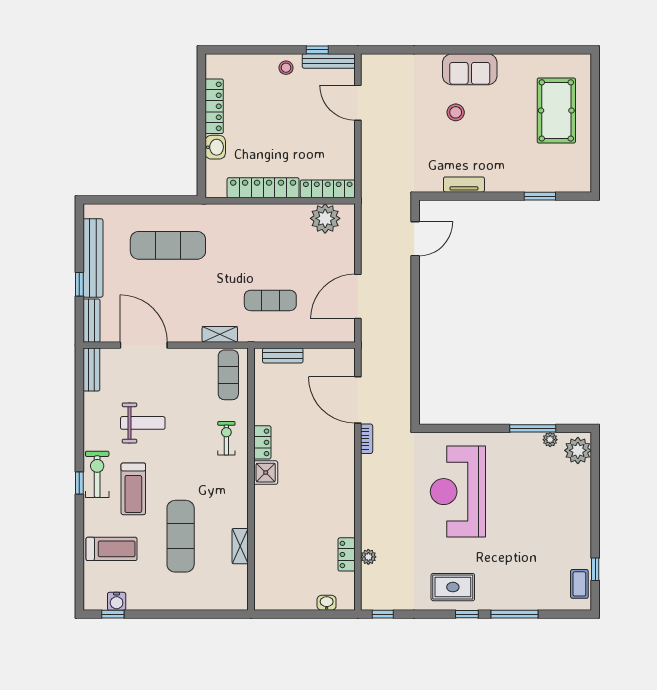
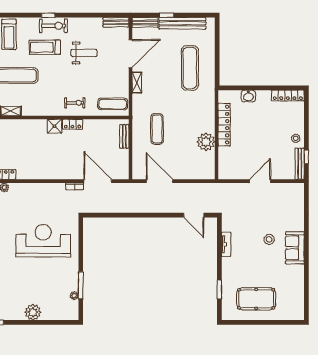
door: (358, 103) -> (260, 181), moved
locker: (214, 106) -> (288, 95), moved
pool table: (556, 110) -> (256, 299), moved
locker: (328, 189) -> (224, 163), removed
plant: (325, 218) -> (206, 142), moved
shelving: (220, 334) -> (137, 83), moved
door: (358, 400) -> (98, 181), hinge flipped
weight bench: (143, 423) -> (84, 53), turned -90
plant: (578, 450) -> (33, 312), moved

